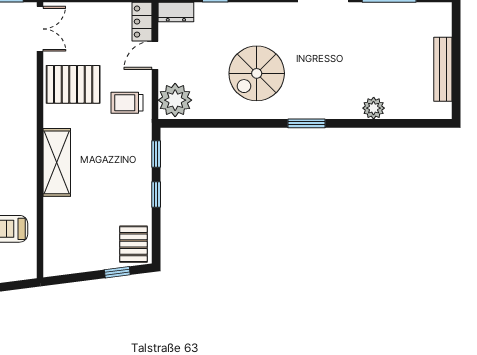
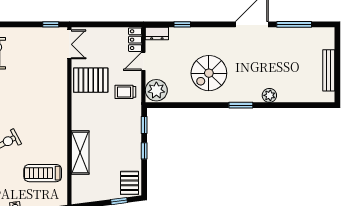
plant: (374, 108) -> (269, 95), moved
shelving: (57, 162) -> (80, 152), moved

